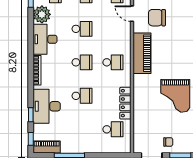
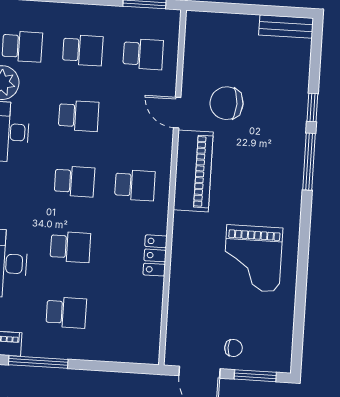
door: (132, 14) -> (177, 113), moved
locker: (125, 103) -> (155, 255), width x0.66
school desk: (113, 129) -> (66, 312), moved

